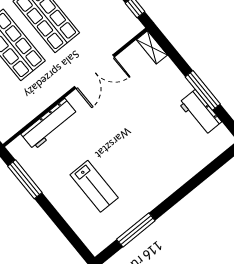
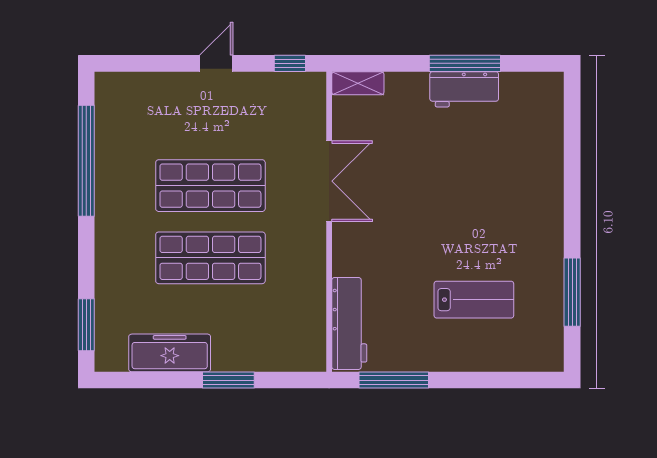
workbench: (200, 112) -> (464, 89), moved
workbench: (49, 124) -> (349, 323), moved

